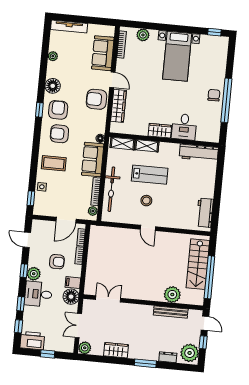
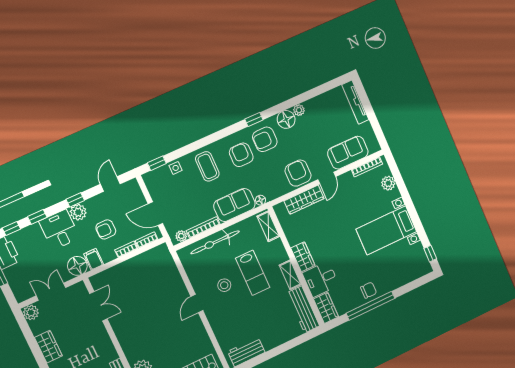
plant: (53, 56) -> (299, 110), moved
armchair: (58, 110) -> (265, 139), turned 180
wardrobe: (208, 135) -> (326, 308), added
shelving: (147, 146) -> (290, 275), moved
armchair: (57, 262) -> (106, 229), turned 90

